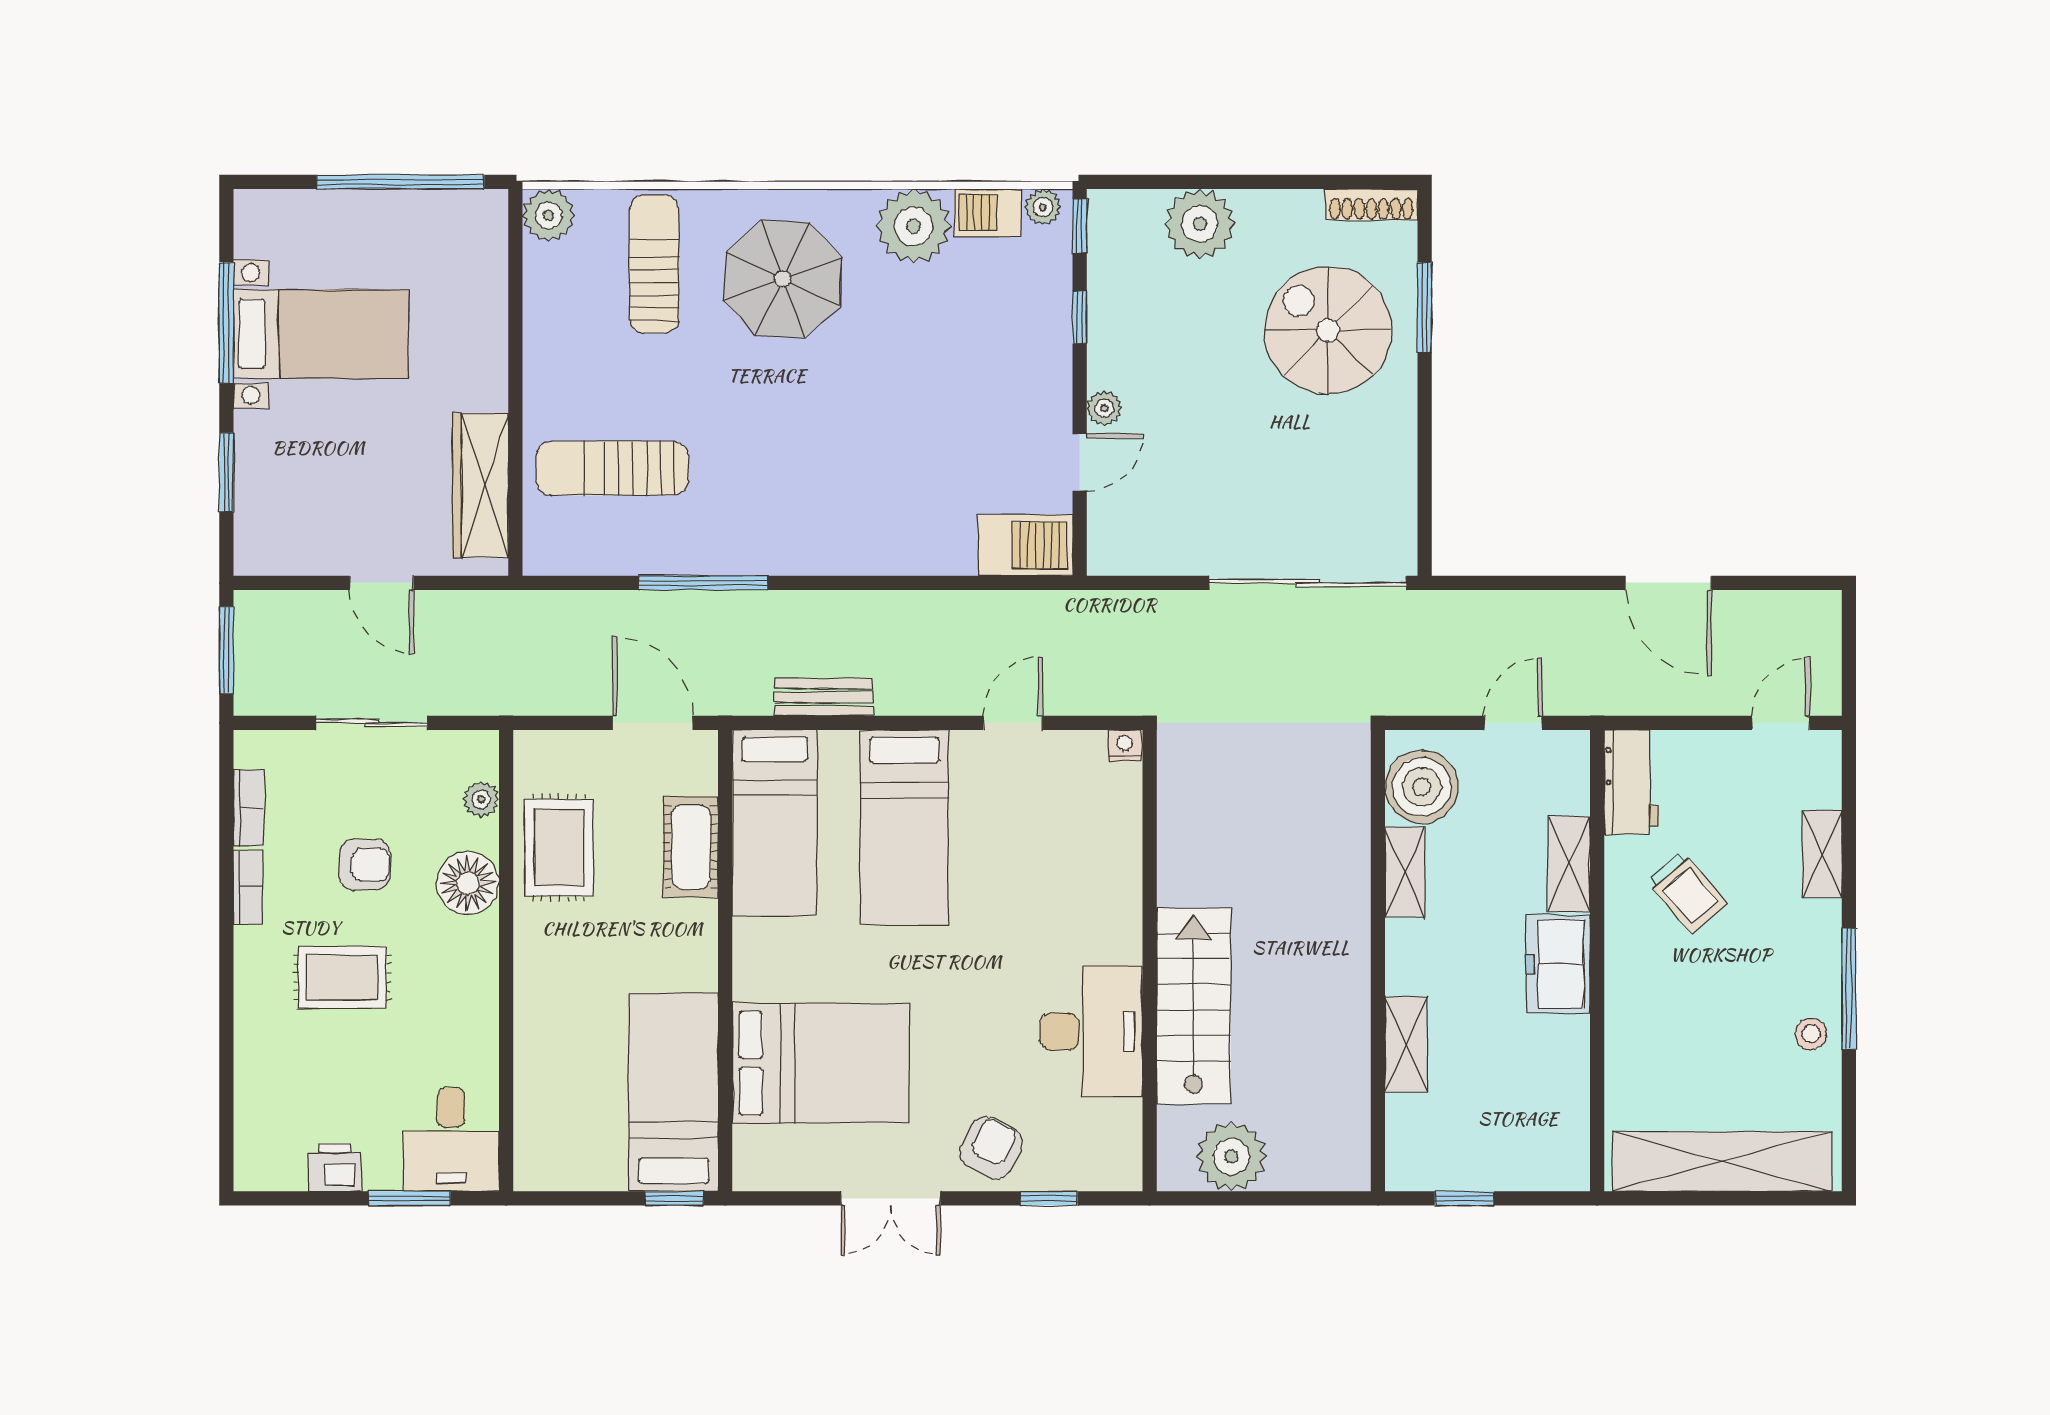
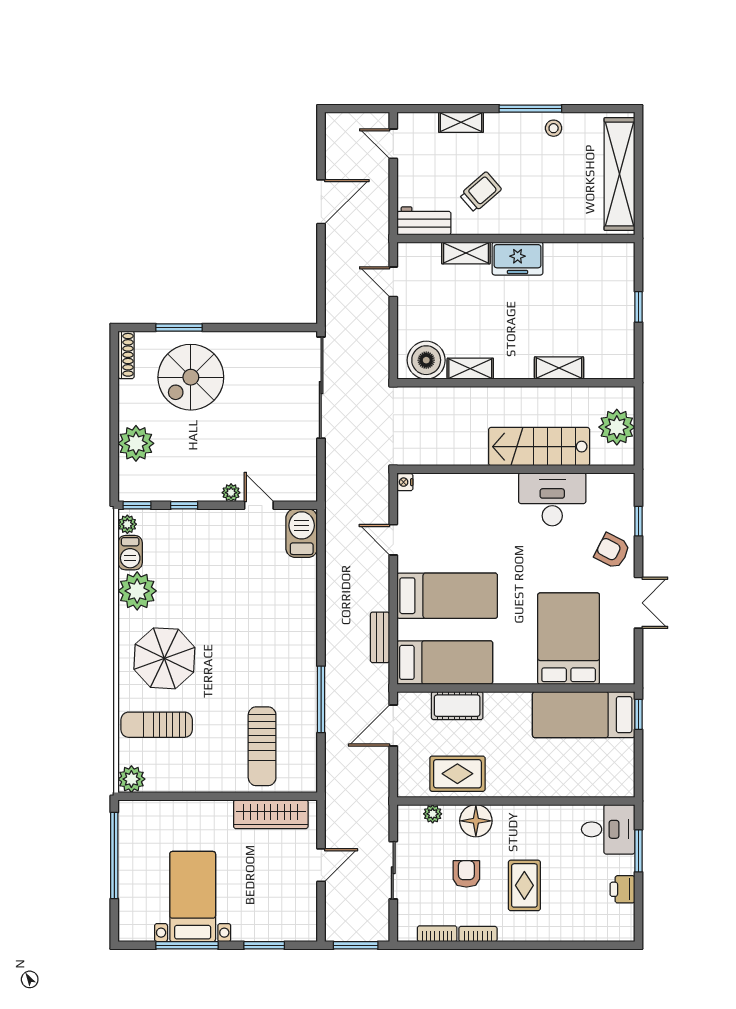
boiler: (1422, 787) -> (426, 360), moved
shelving: (1405, 872) -> (470, 369), moved
wall: (1378, 961) -> (516, 383), moved
shelving: (1406, 1045) -> (559, 368), moved

